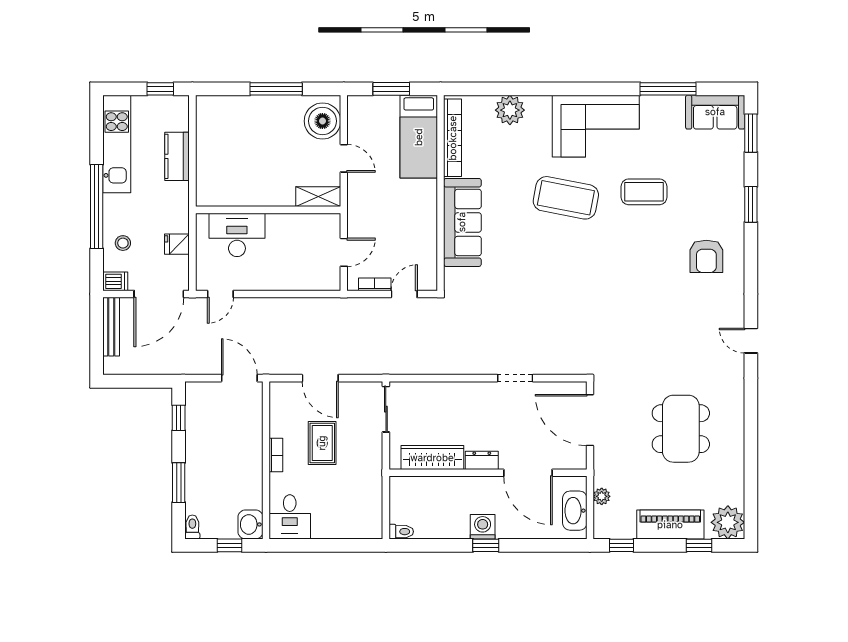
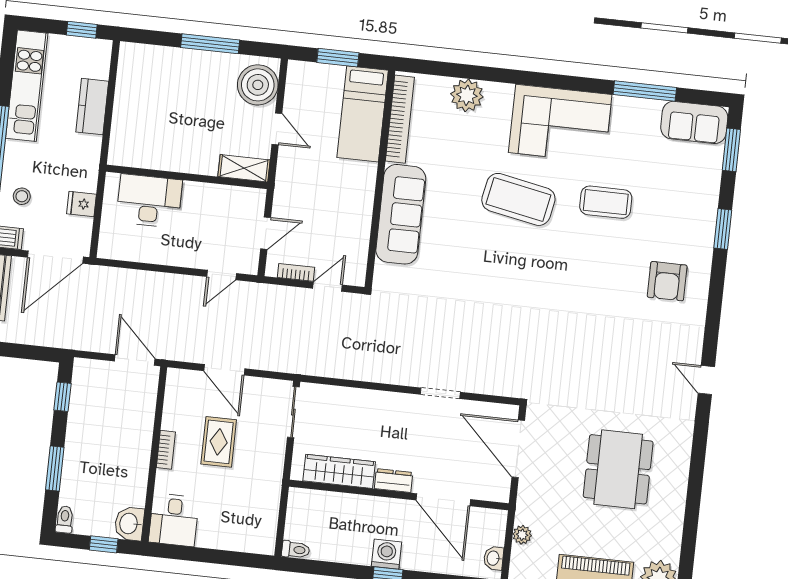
door: (220, 294) -> (222, 275), moved
washbasin: (575, 511) -> (494, 558), width x0.52, depth x0.69

